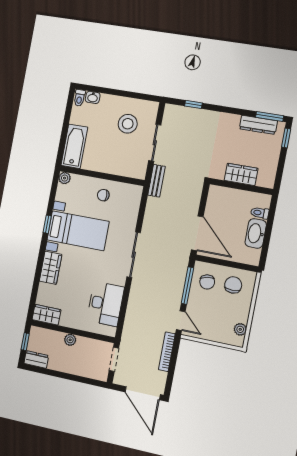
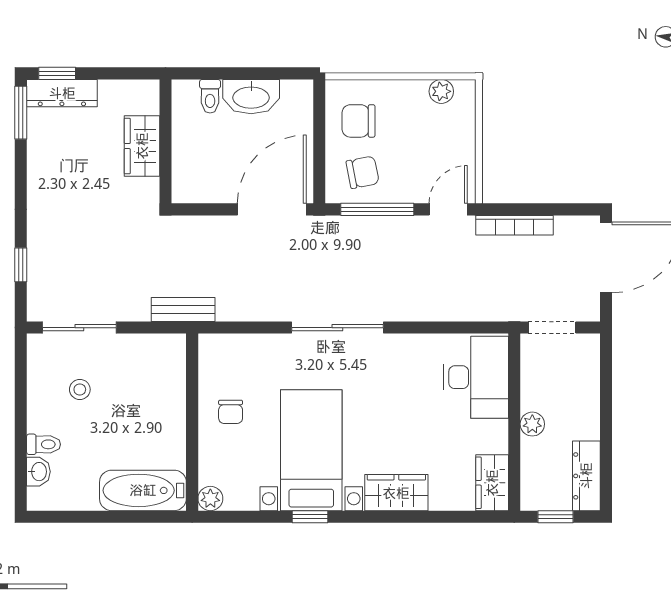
toilet: (79, 98) -> (44, 444), moved
stool: (128, 124) -> (80, 389), width x0.53, depth x0.53
dresser: (258, 125) -> (62, 93), moved, turned 90
sliding door: (155, 143) -> (79, 328), moved
desk: (105, 304) -> (476, 377), moved, turned 90
dresser: (36, 359) -> (586, 476), width x1.44

